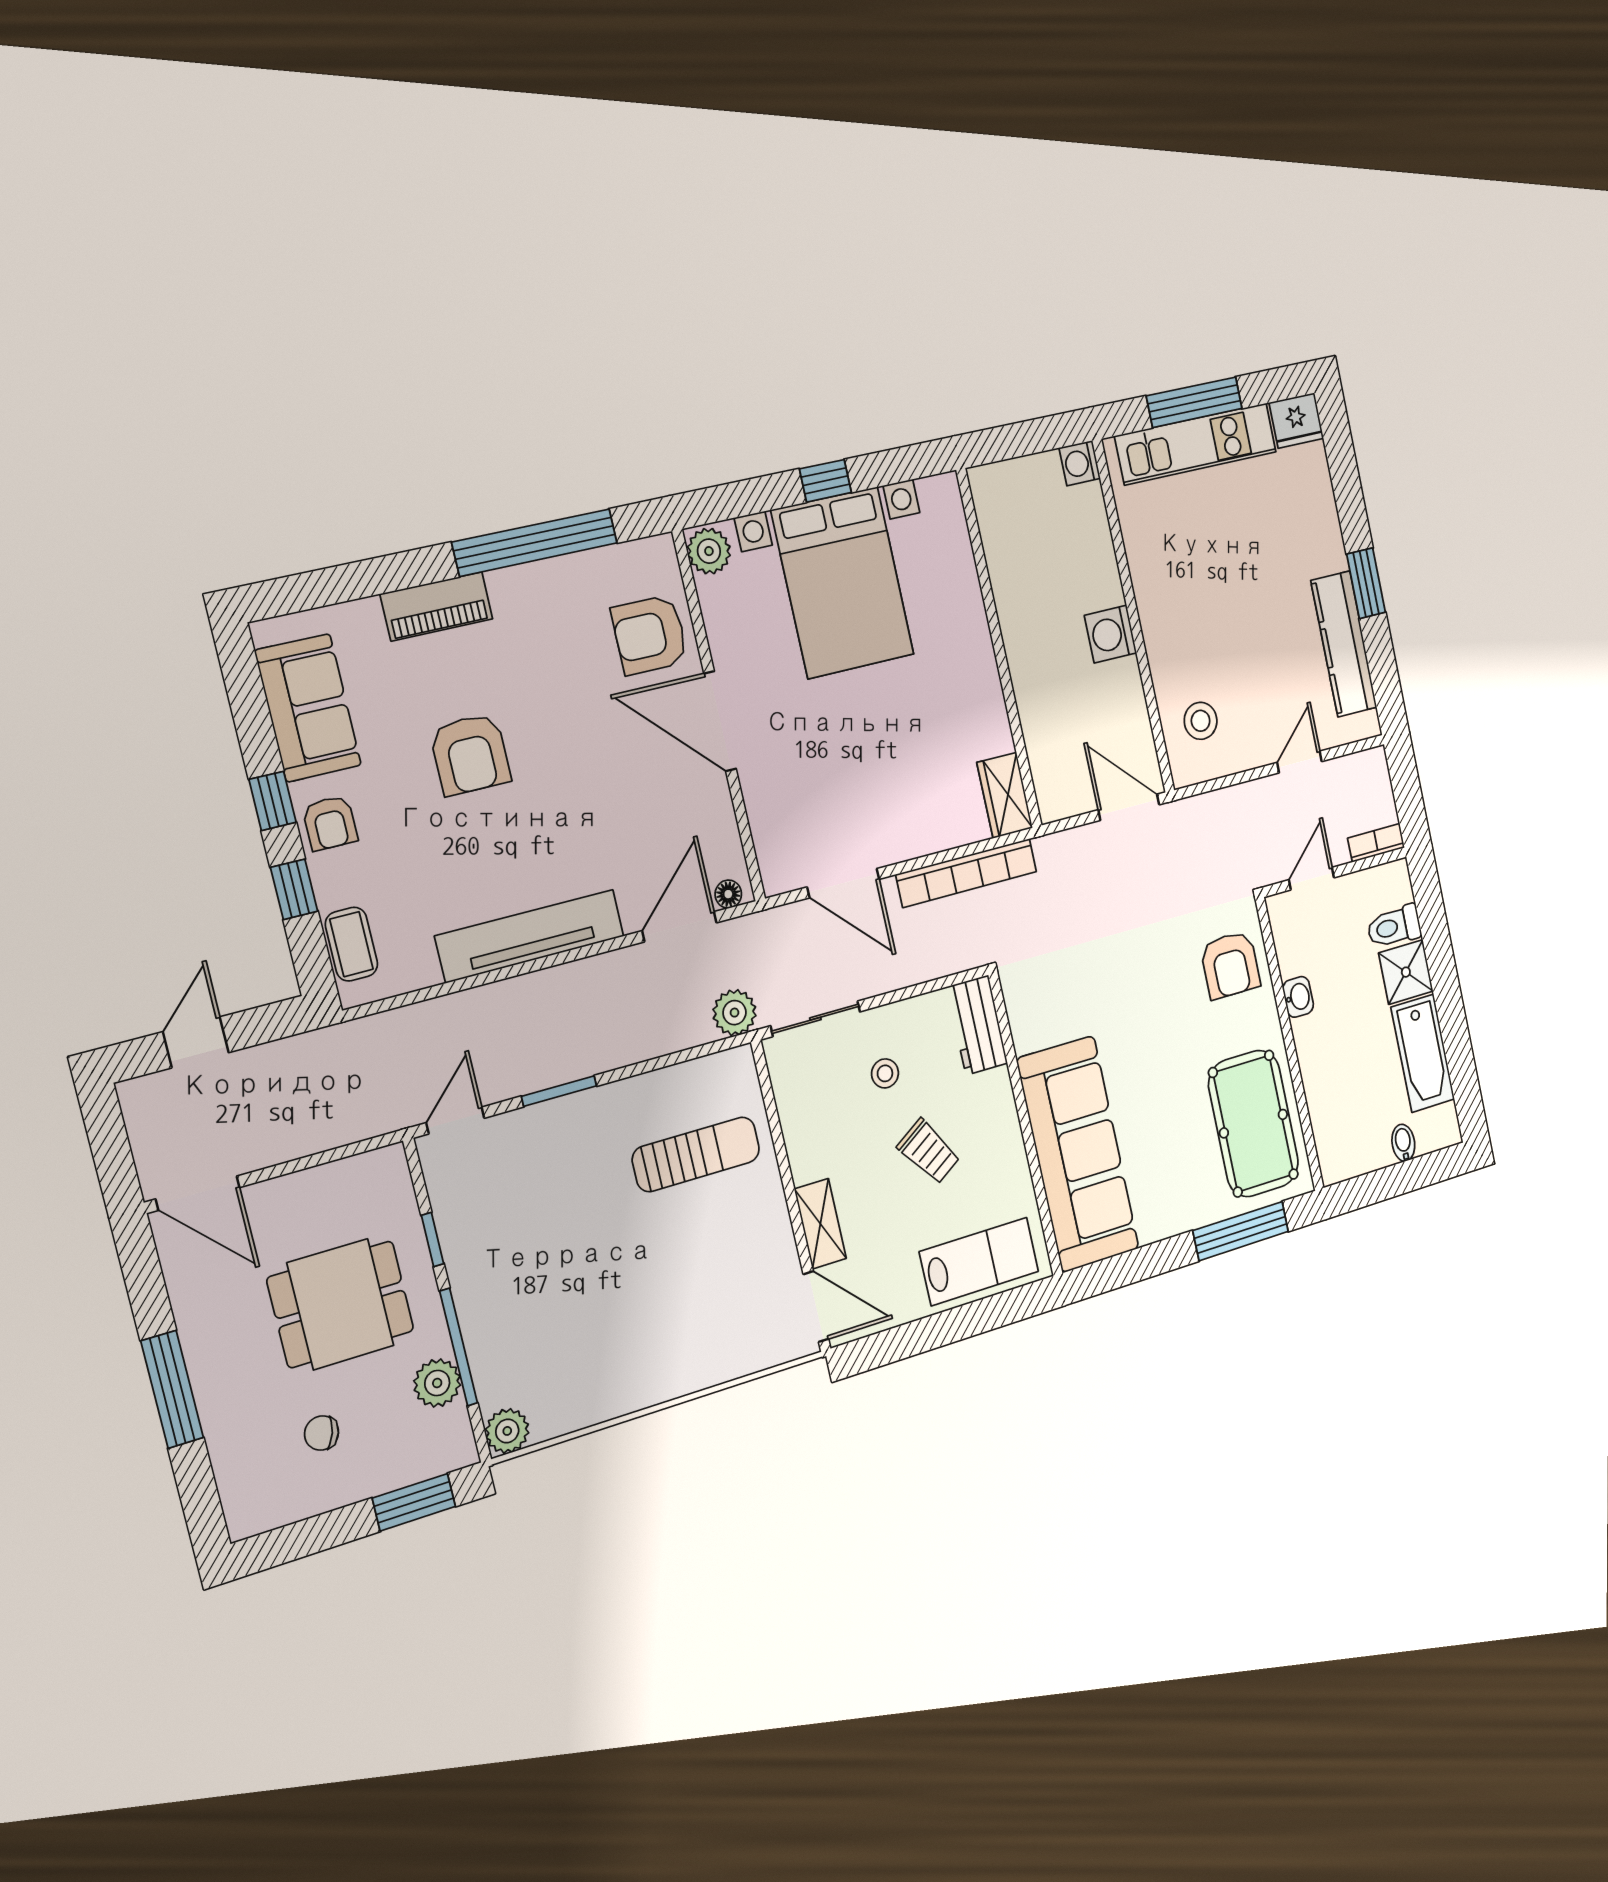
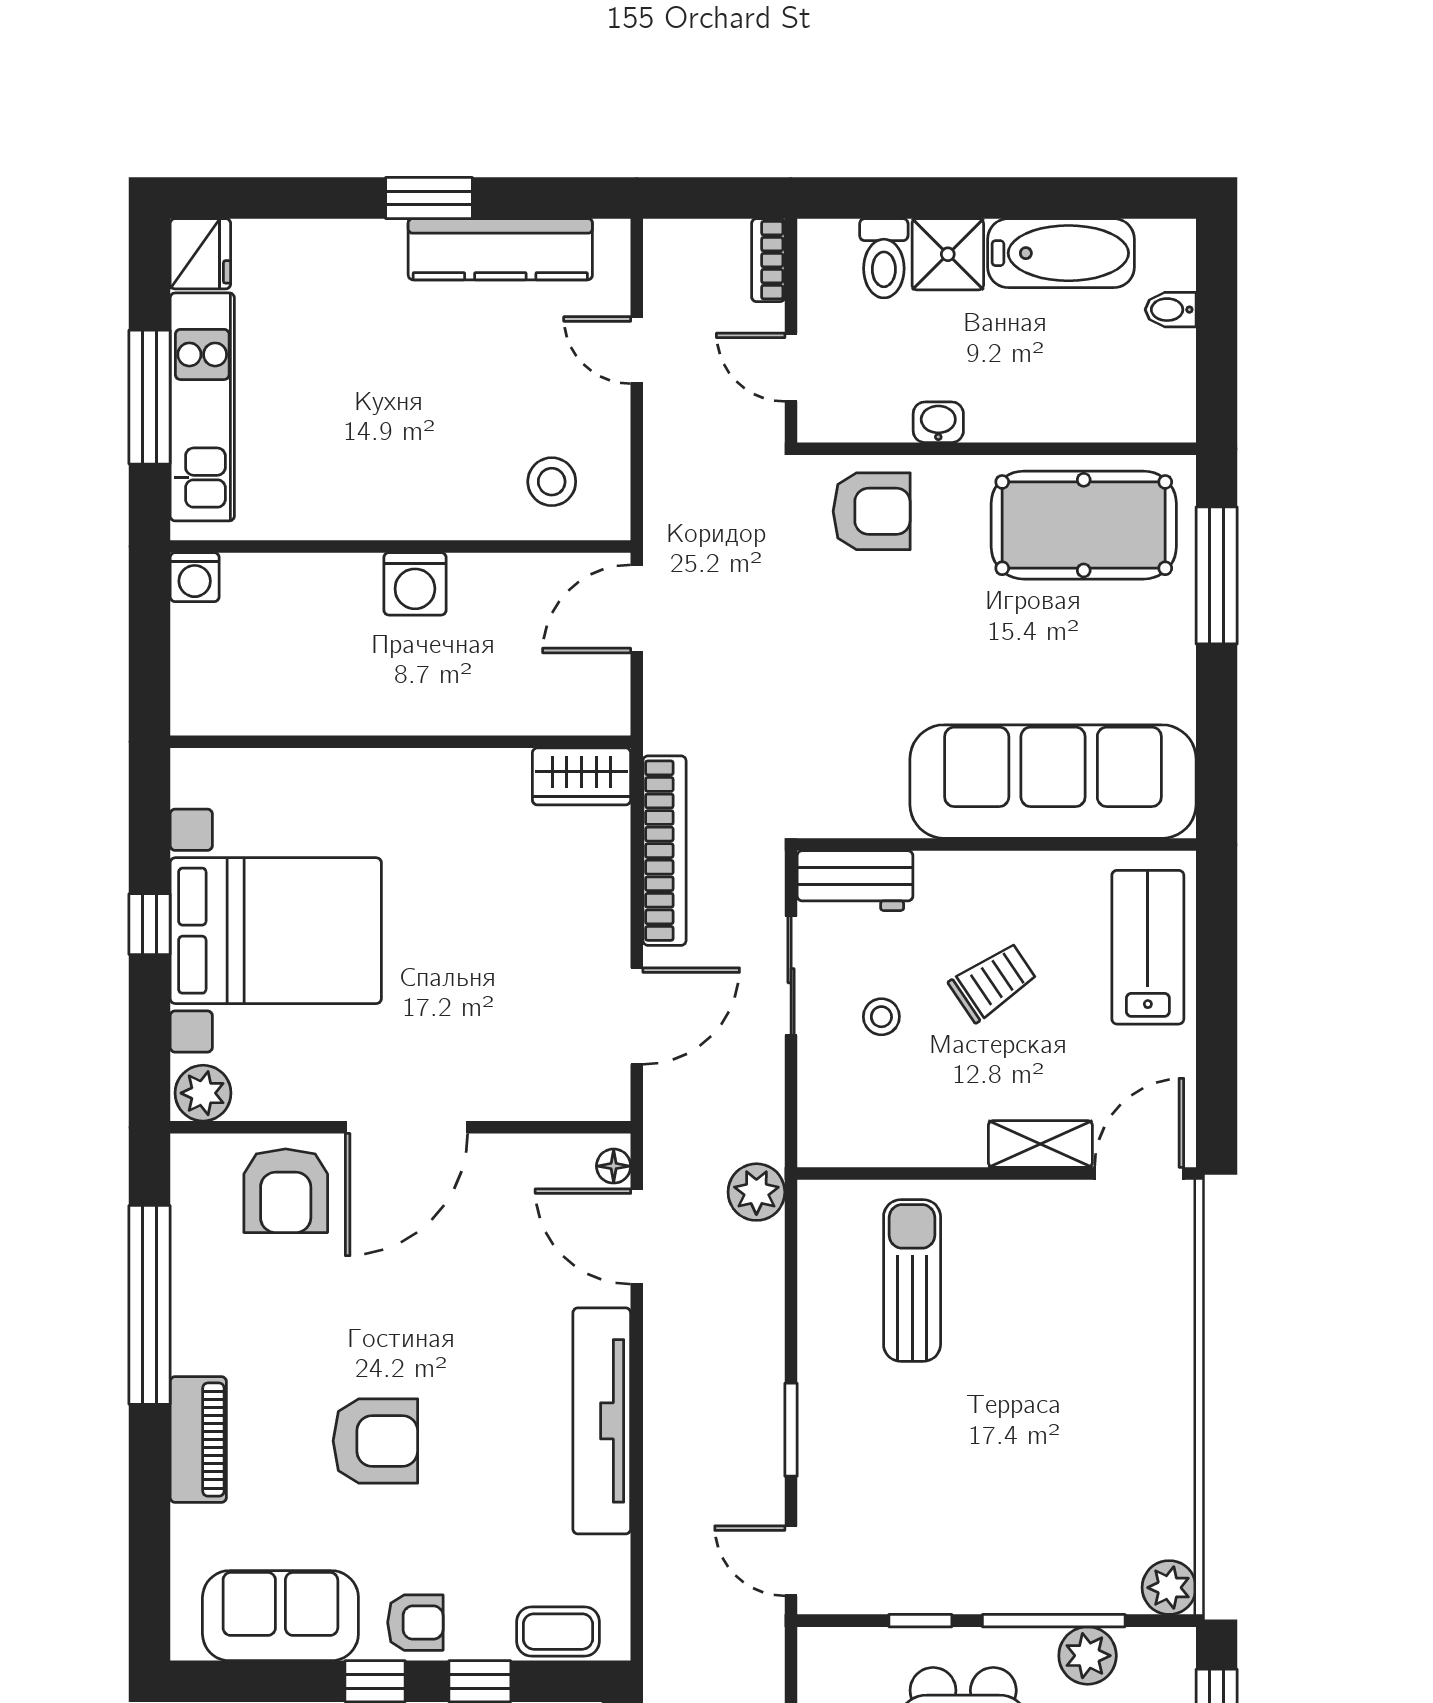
sliding door: (815, 1019) -> (791, 976), moved

